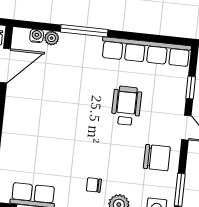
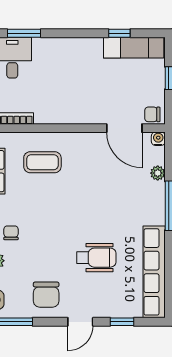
water cooler: (37, 36) -> (158, 139), moved, turned -90
coffee table: (29, 148) -> (42, 162), added

